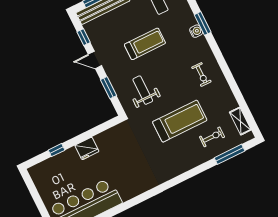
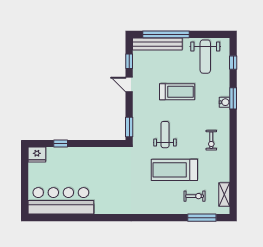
window: (109, 88) -> (129, 127), moved
weight bench: (143, 90) -> (165, 135), moved
treadmill: (180, 121) -> (174, 170), turned 180
fridge: (87, 148) -> (37, 155), moved

